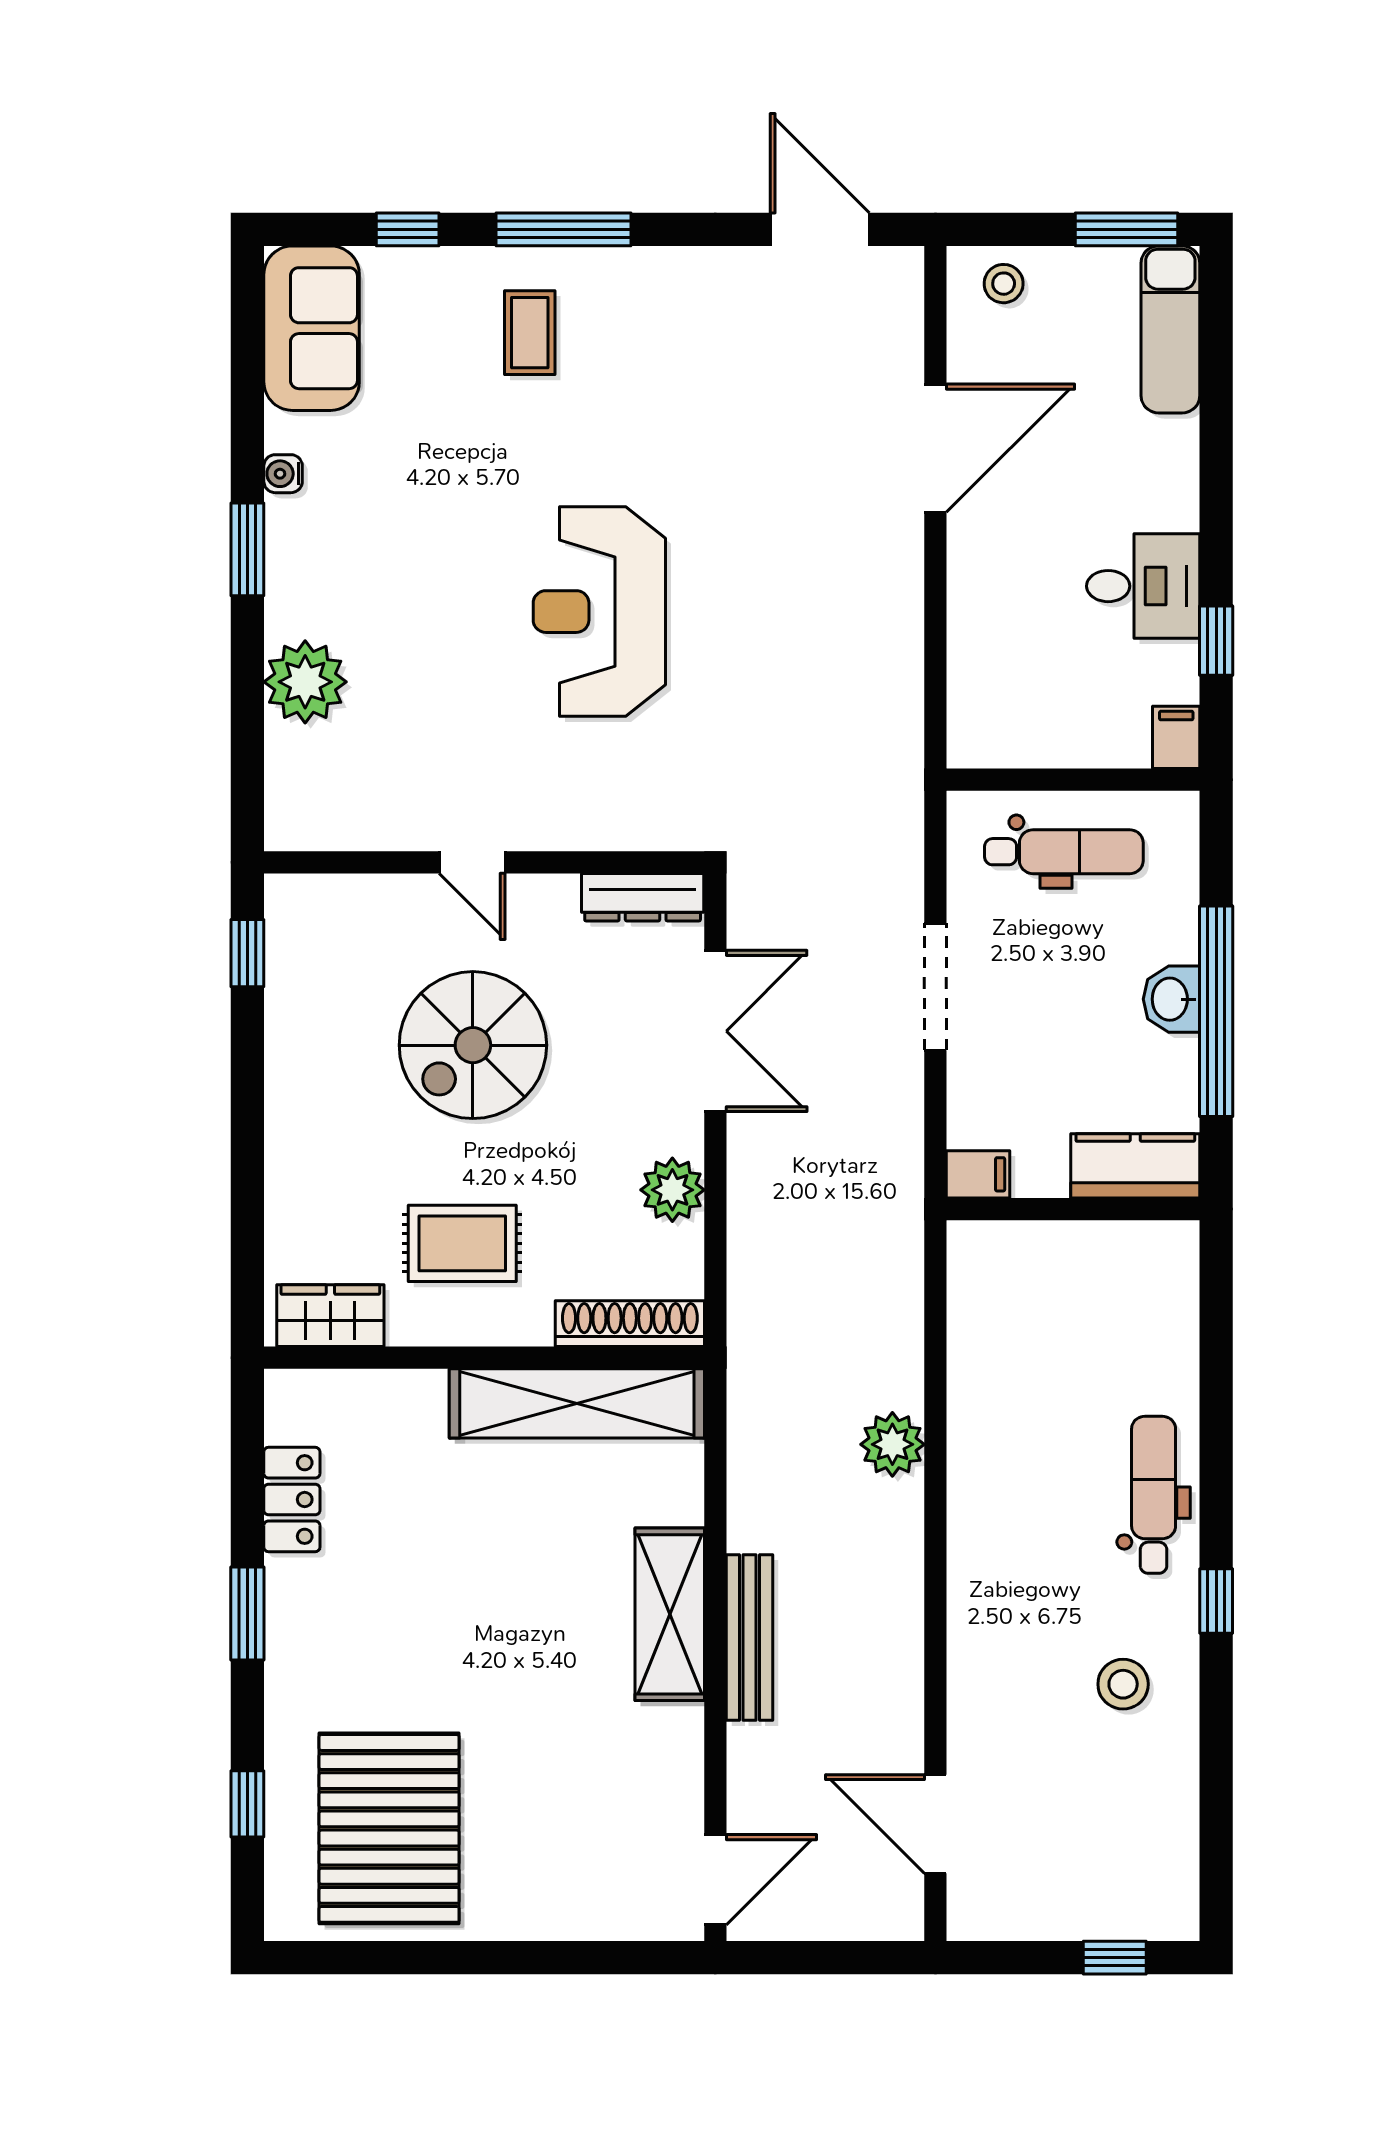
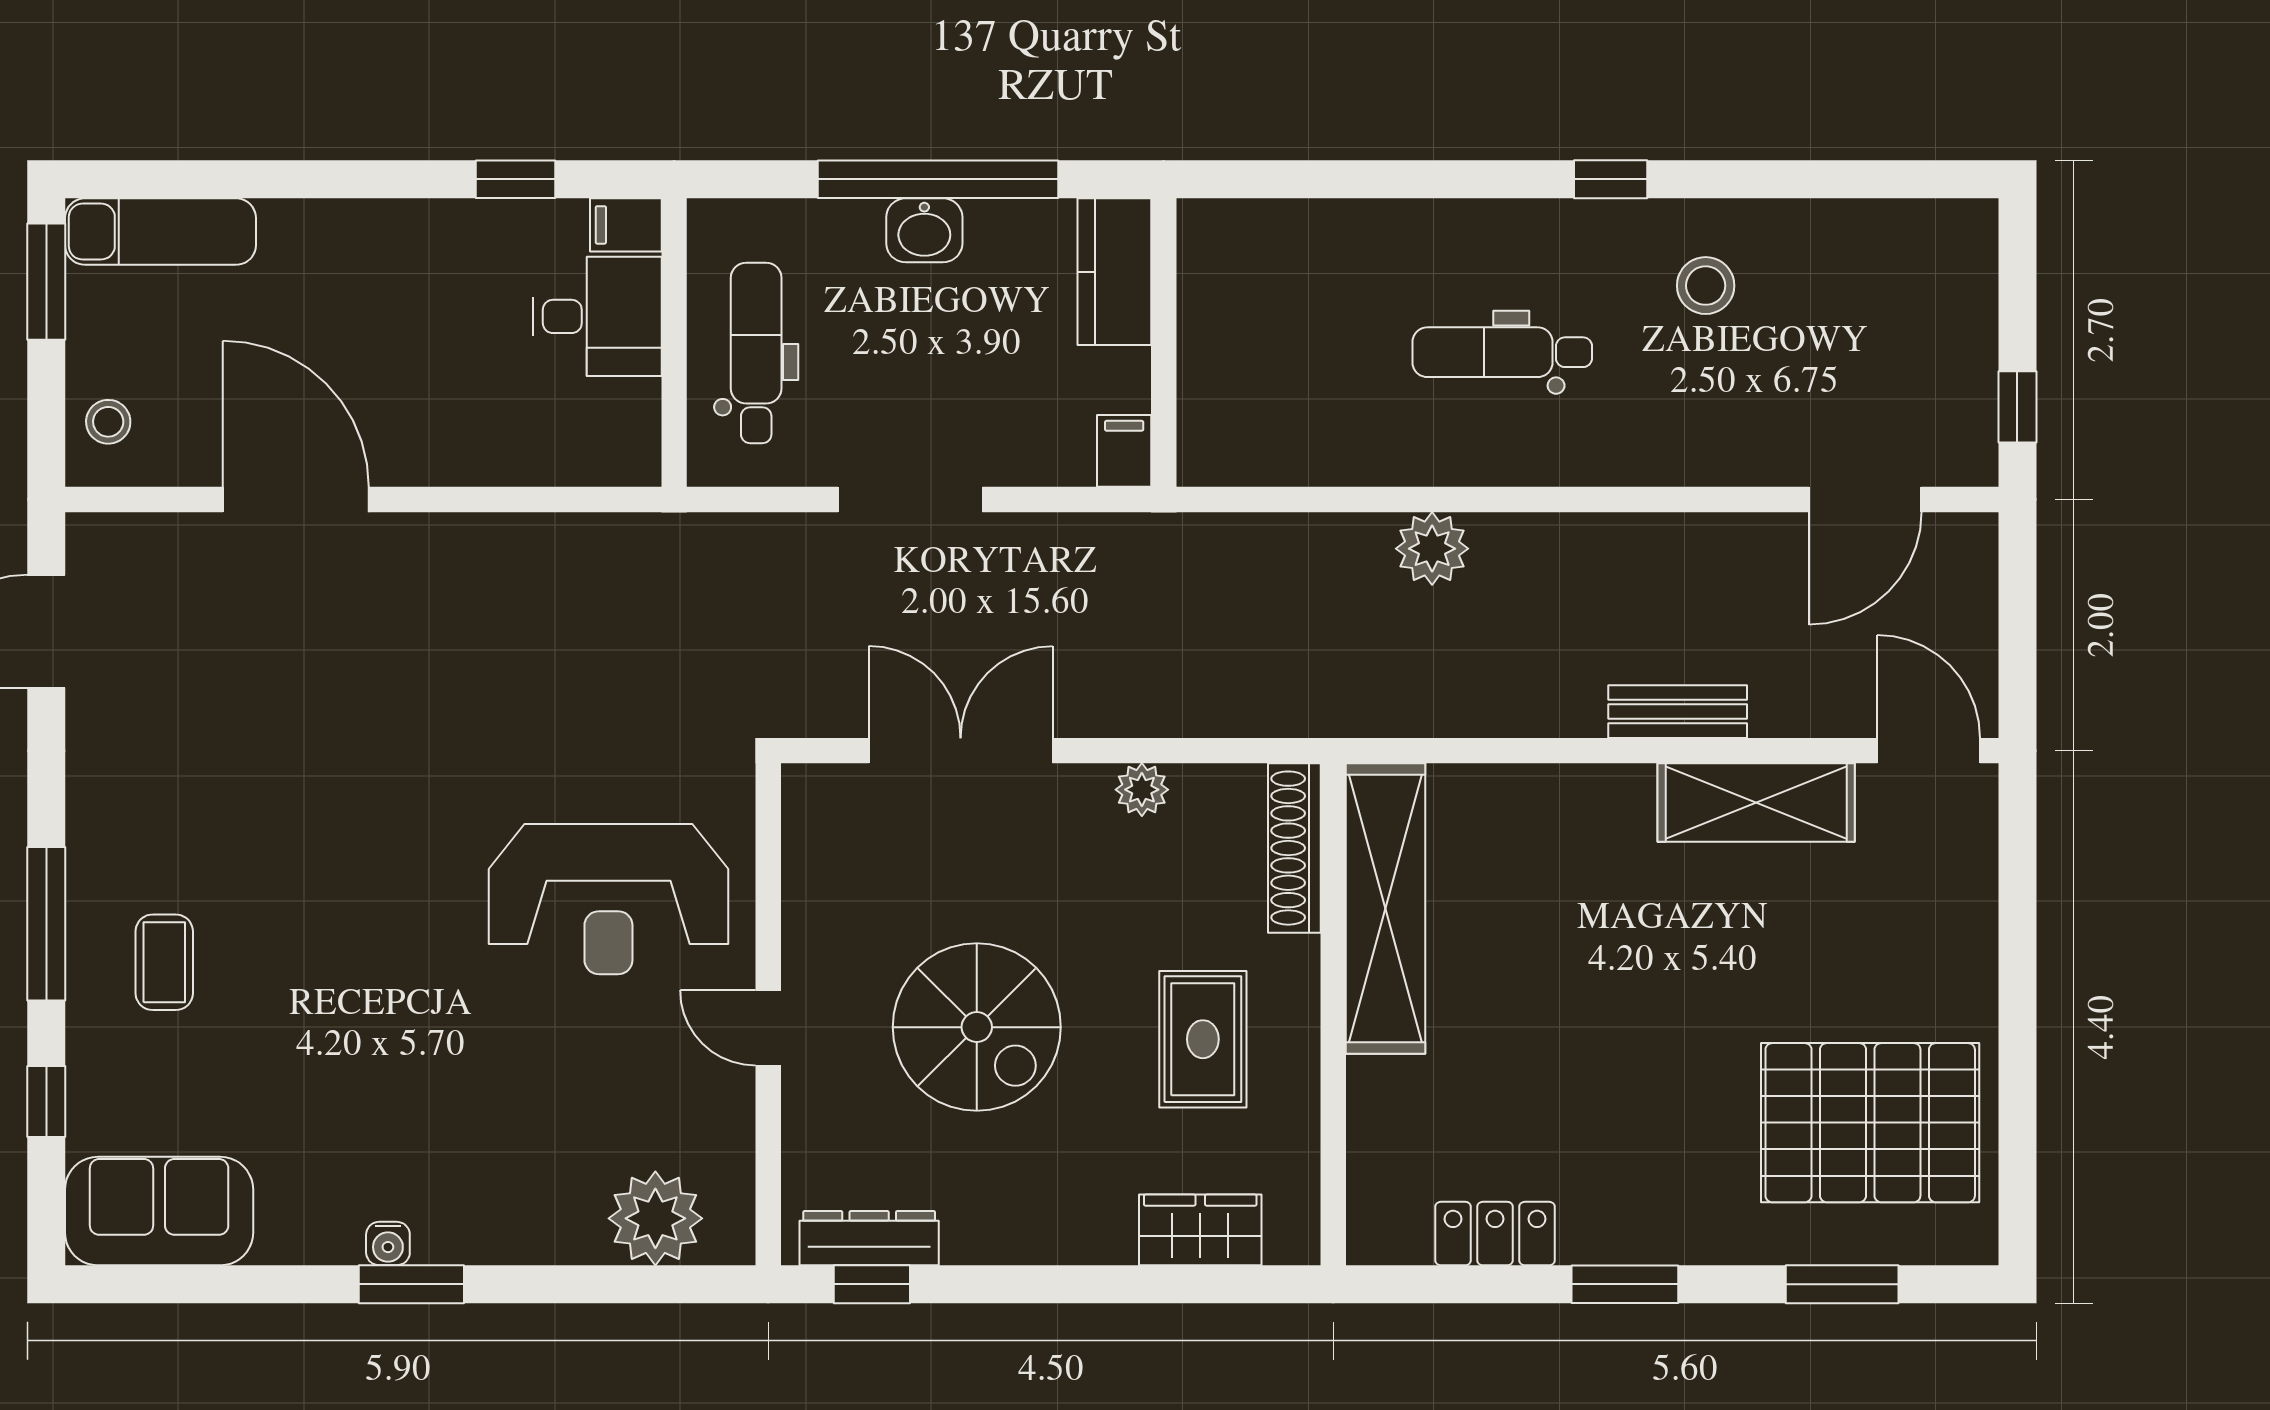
coffee table: (530, 333) -> (164, 962), turned 90
water cooler: (283, 474) -> (388, 1244), moved
desk: (1143, 586) -> (597, 316), moved, turned 90
reception desk: (599, 612) -> (608, 899), moved
plant: (305, 682) -> (655, 1218), moved
door: (472, 862) -> (768, 1028), swing flipped
dresser: (643, 897) -> (869, 1238), moved, turned -90
plant: (672, 1190) -> (1142, 790), width x0.73, depth x0.73
wardrobe: (330, 1316) -> (1200, 1230), moved, turned 90
dental chair: (1154, 1495) -> (1502, 352), moved
shelving: (670, 1614) -> (1756, 803), moved
bench: (749, 1637) -> (1678, 712), width x0.73
window: (247, 1804) -> (1842, 1284), width x1.50
window: (1115, 1958) -> (2017, 407), moved

